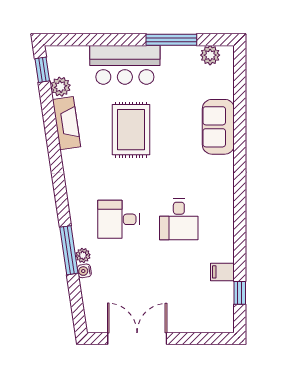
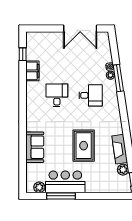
bar counter: (125, 65) -> (65, 182), moved
filing cabinet: (222, 272) -> (32, 71), width x2.00

